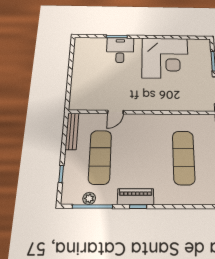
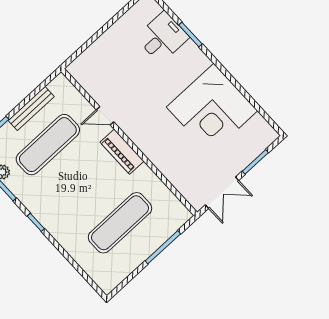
desk: (120, 50) -> (162, 37), moved
bench: (72, 131) -> (31, 108), moved
piano: (136, 197) -> (122, 152), moved, turned 180

